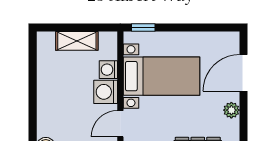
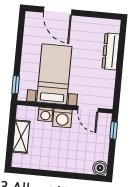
plant: (231, 110) -> (85, 23), removed

